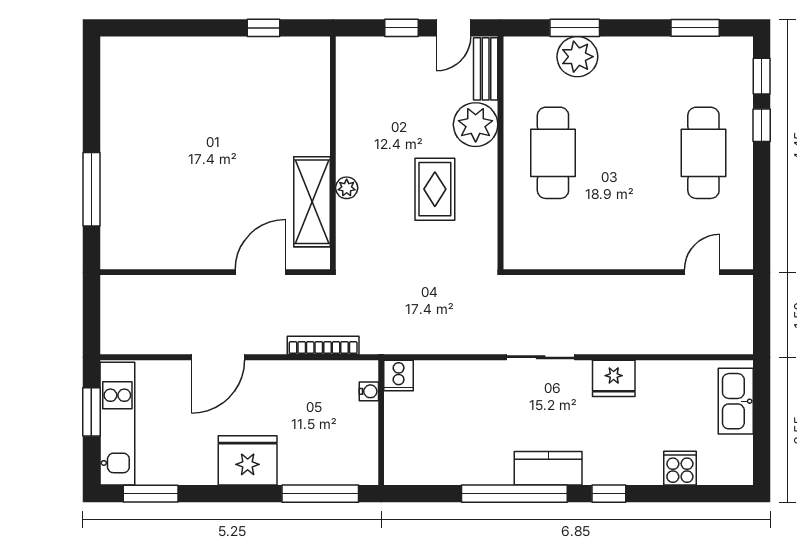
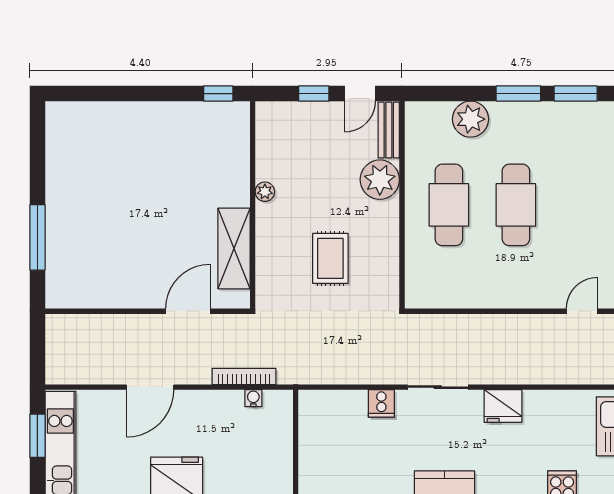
window: (264, 28) -> (218, 94), moved
window: (575, 28) -> (518, 94), moved
cafe table: (703, 153) -> (516, 205), moved
plant: (347, 188) -> (265, 192), moved
rug: (435, 189) -> (330, 258), moved
cooker: (399, 376) -> (381, 403), moved
water cooler: (369, 391) -> (253, 398), moved, turned -90

